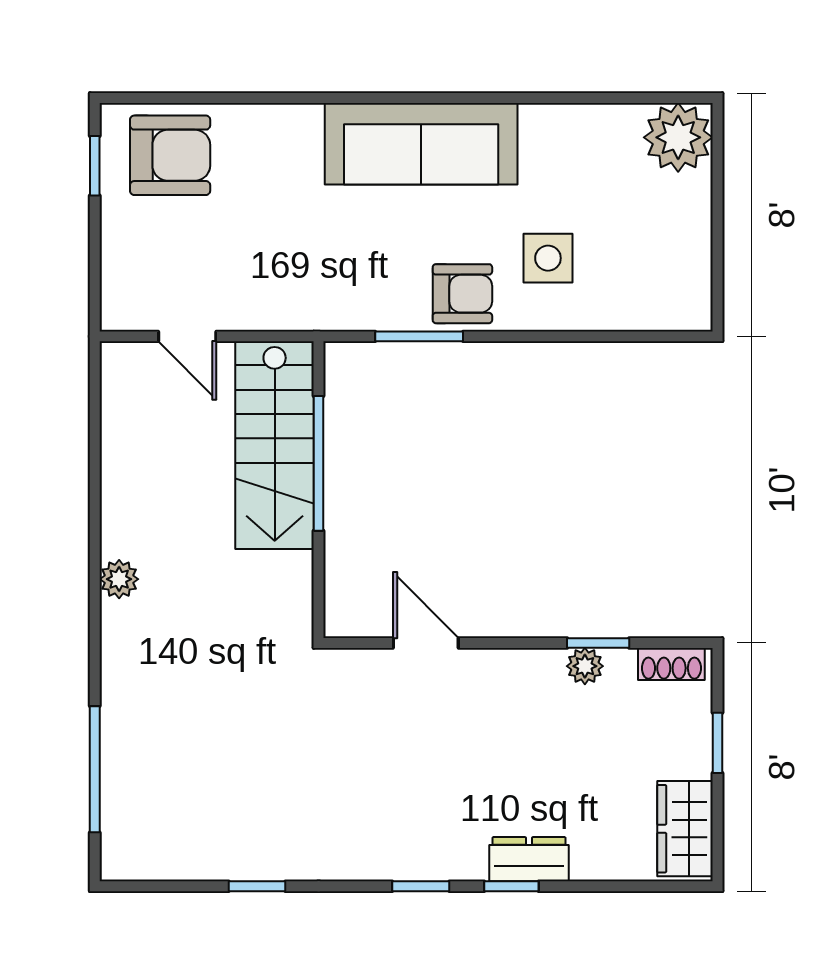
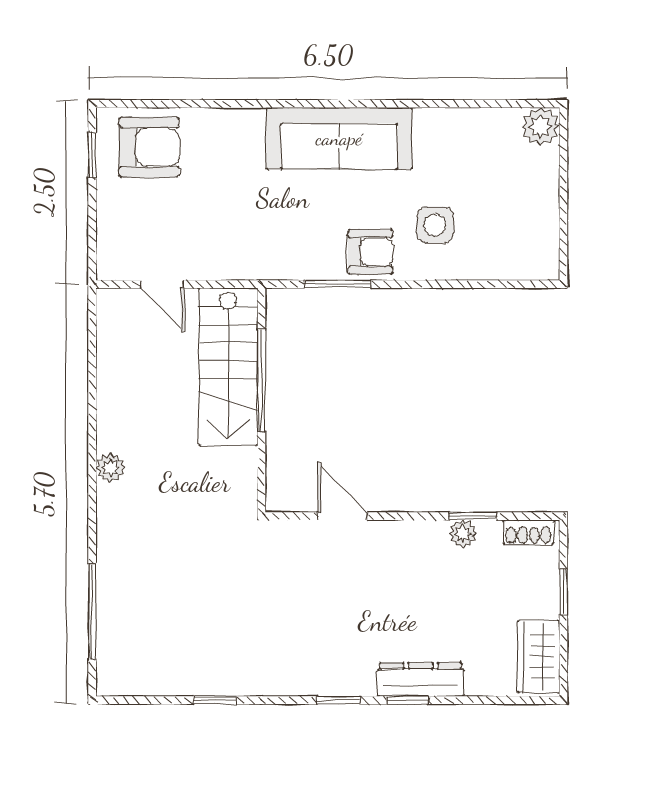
plant: (678, 137) -> (541, 127), width x0.73, depth x0.73
dresser: (529, 859) -> (421, 680), width x1.44

